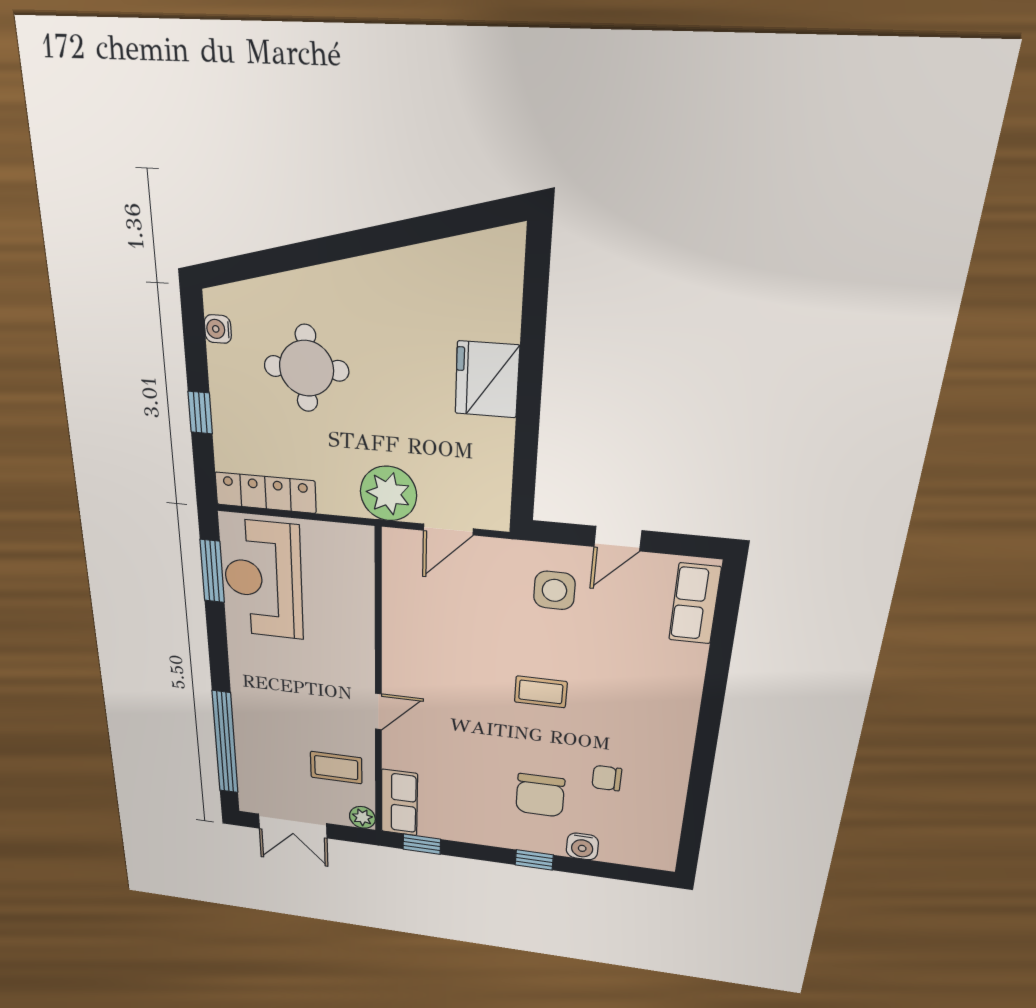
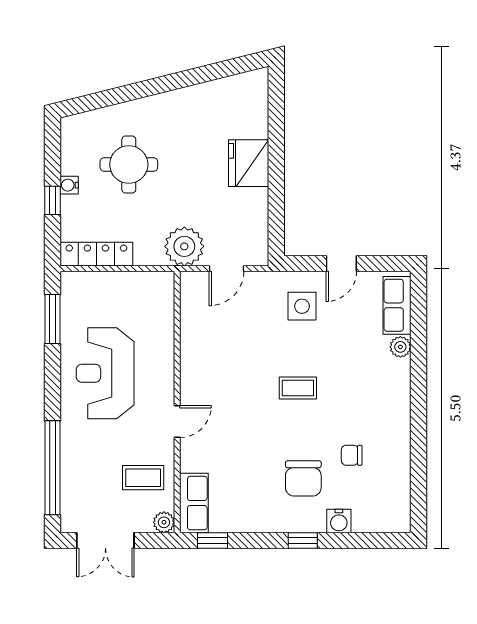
water cooler: (218, 329) -> (69, 185), moved
reception desk: (263, 579) -> (105, 373), moved
plant: (692, 658) -> (400, 347), added

